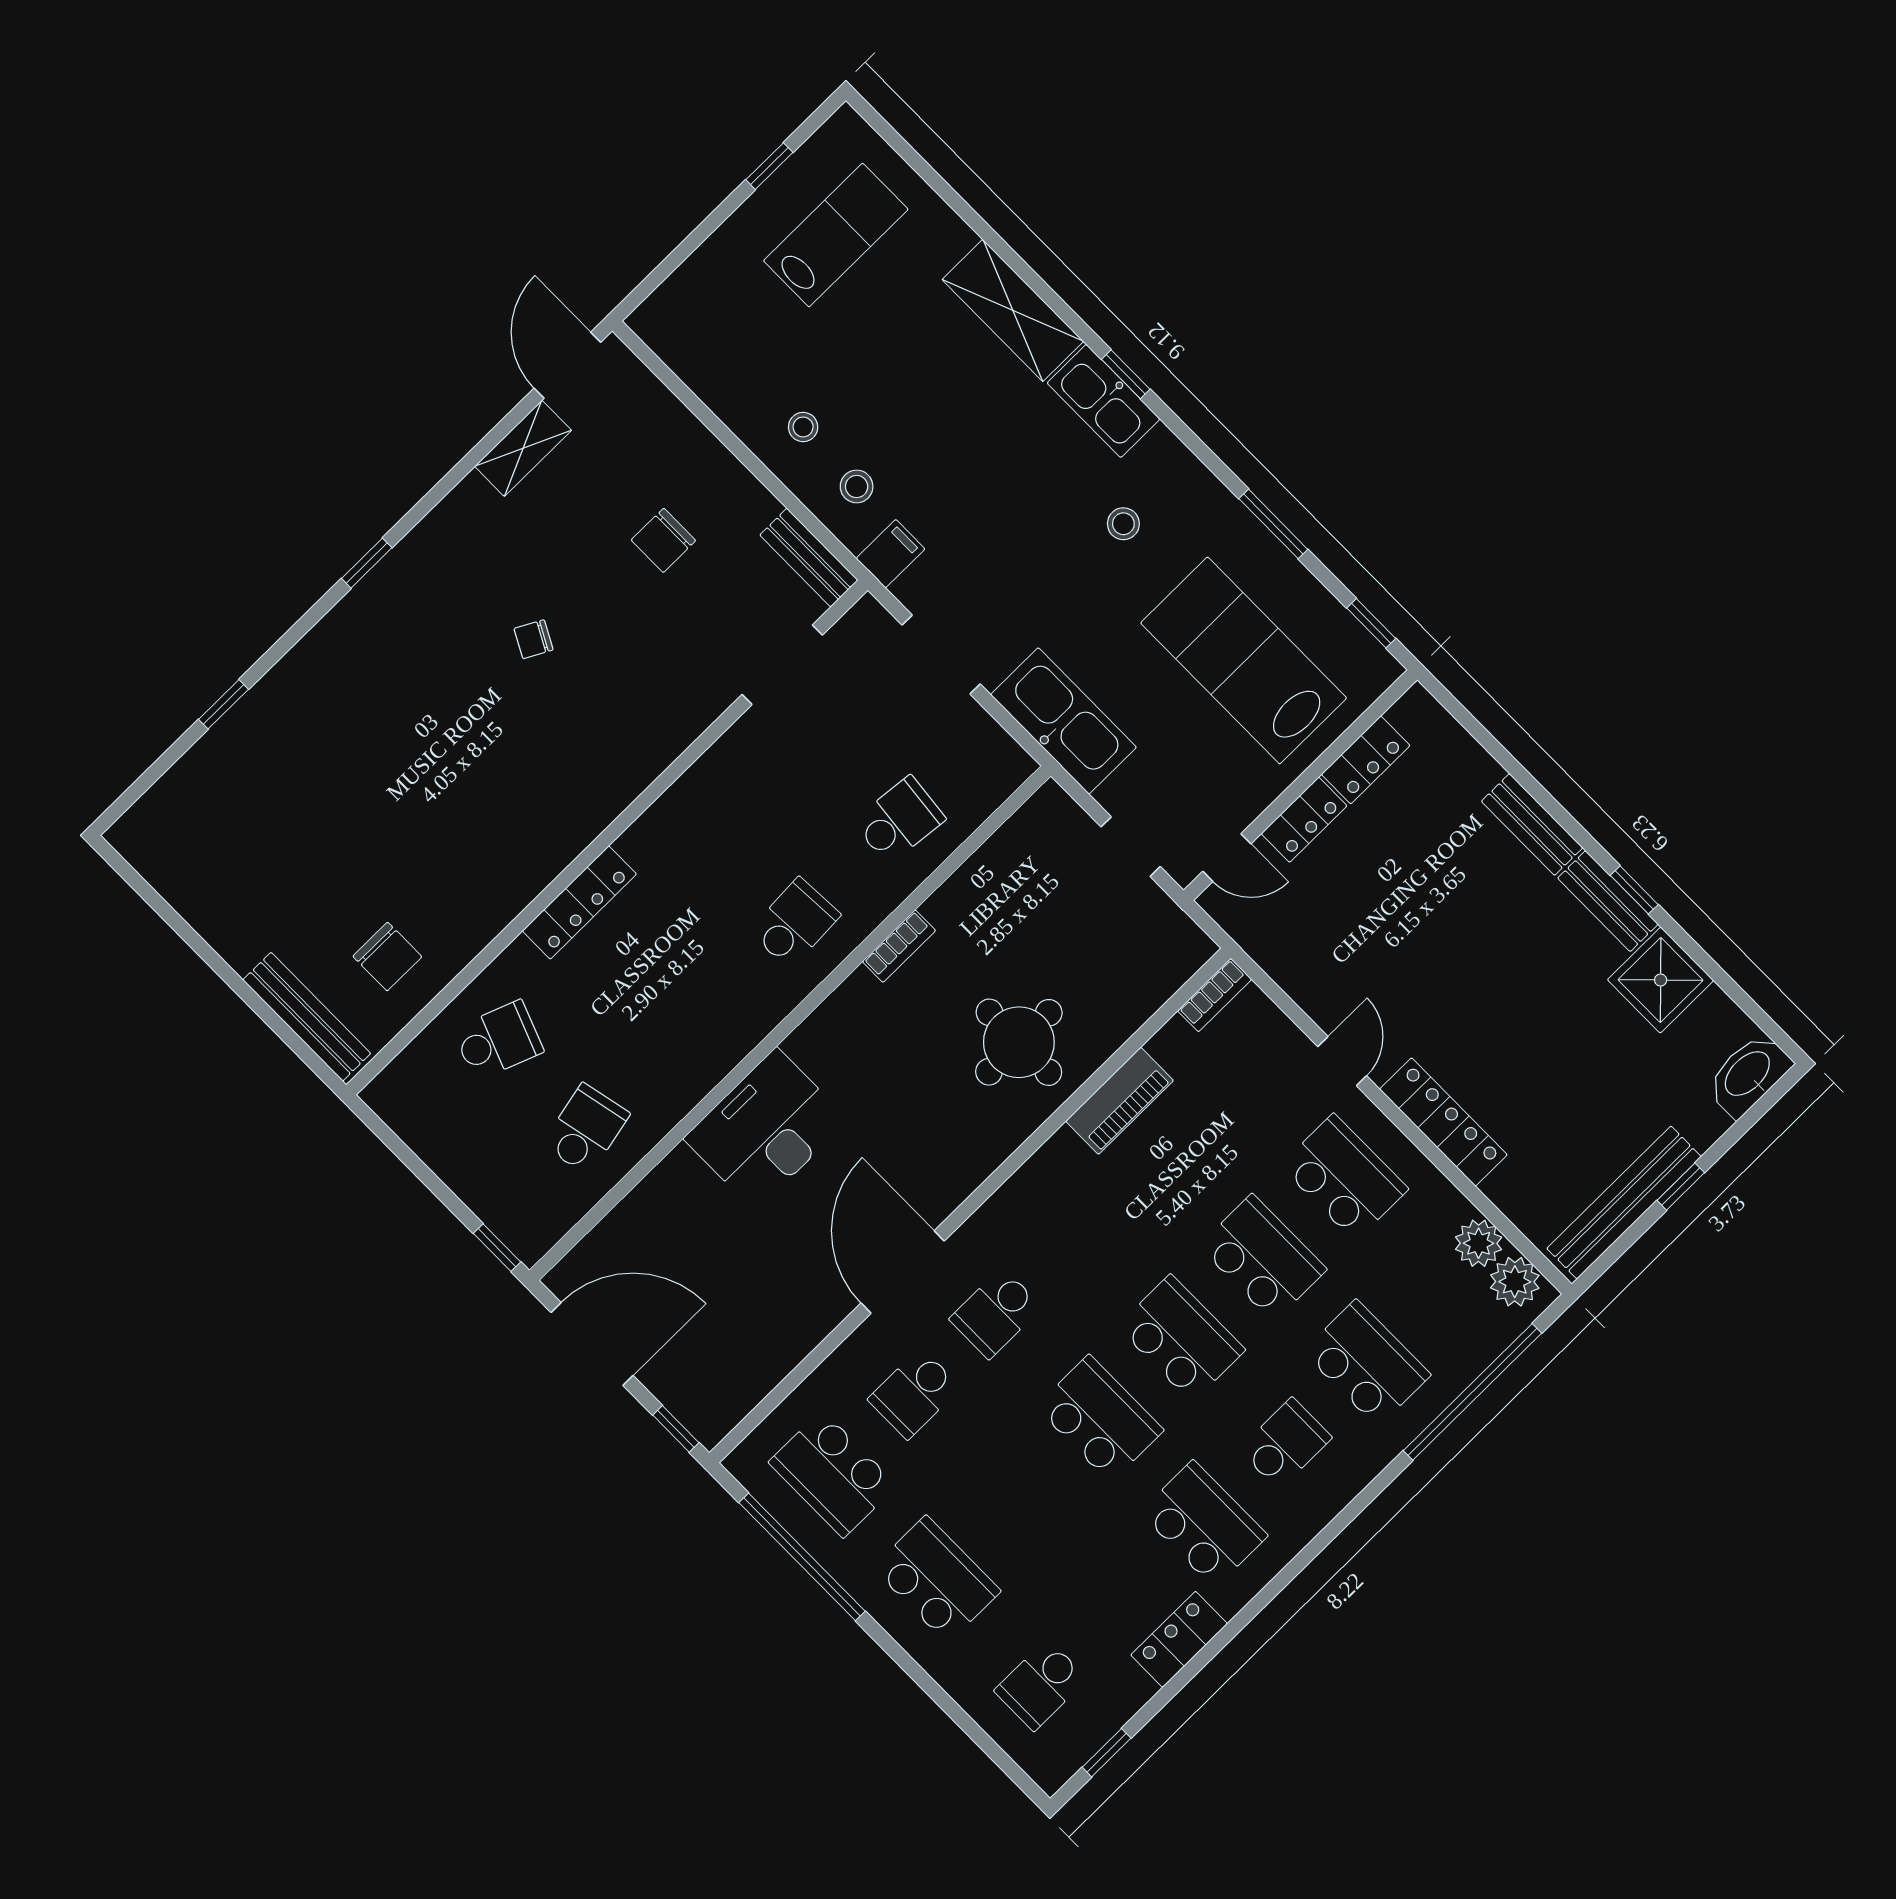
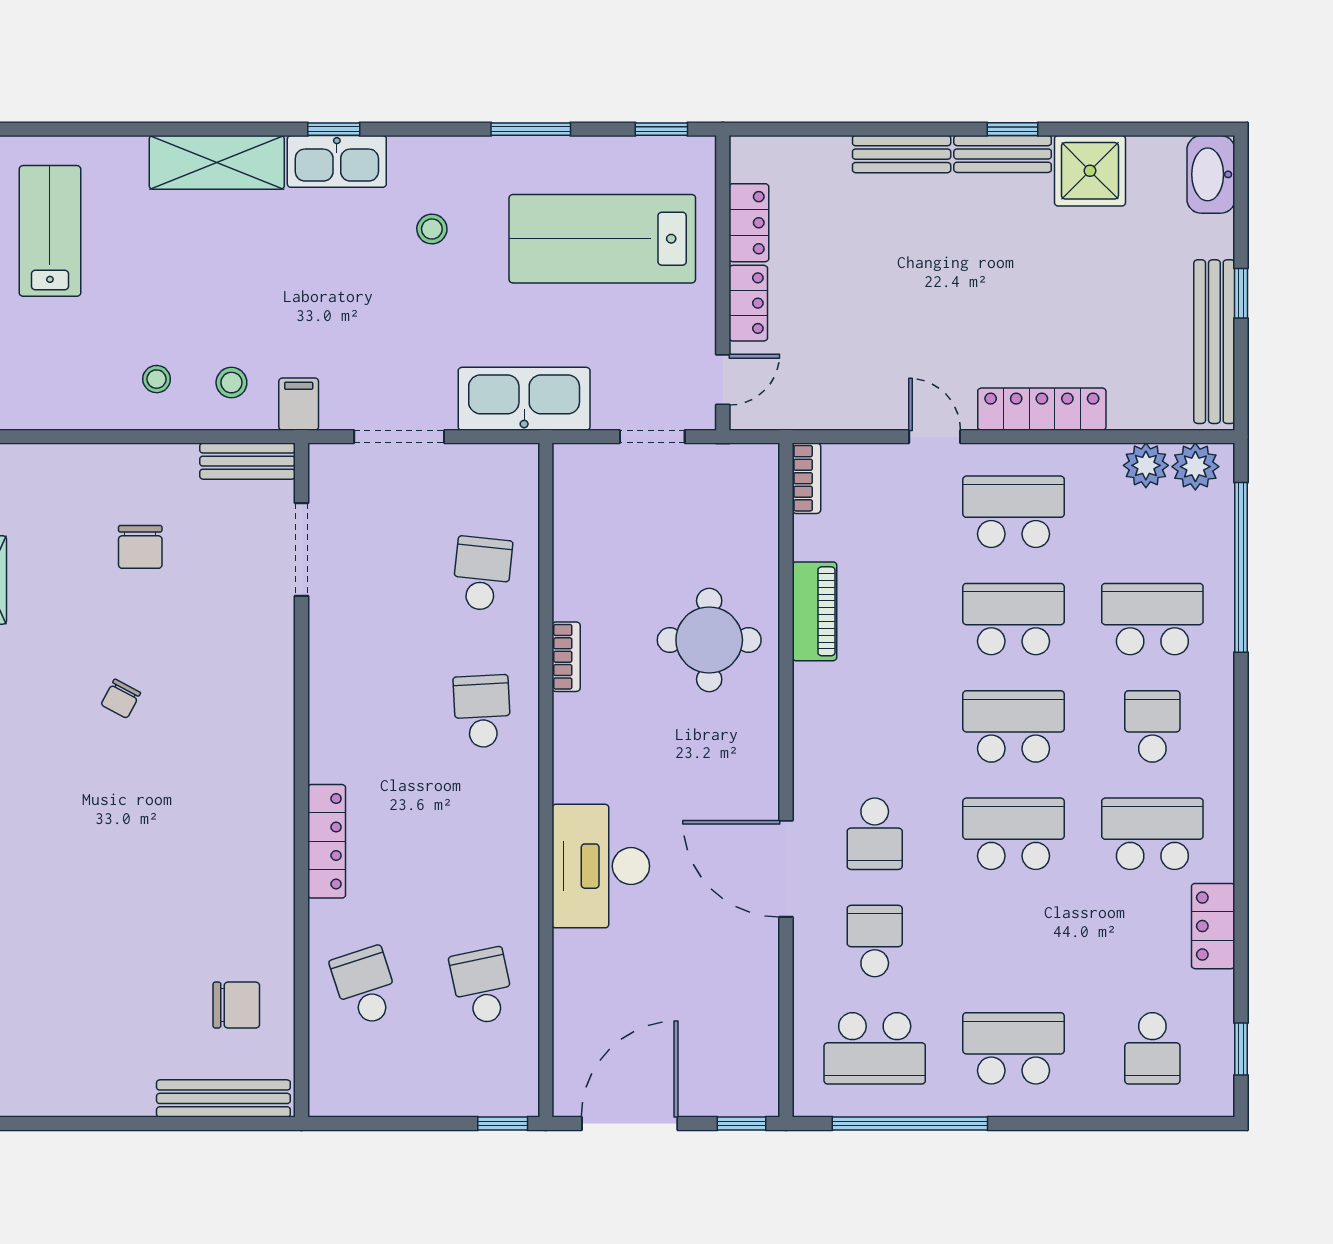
school desk: (498, 1040) -> (365, 986), turned -39
school desk: (914, 1393) -> (875, 941), turned 180

